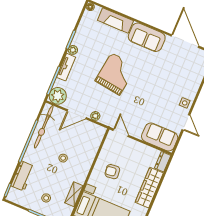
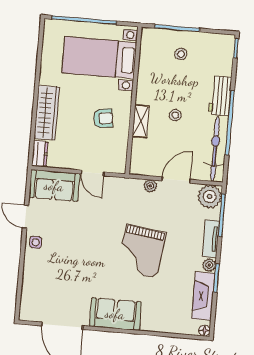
fireplace: (115, 21) -> (203, 296), moved, turned -90
door: (121, 133) -> (93, 173), moved
workbench: (23, 176) -> (220, 96), moved
shelving: (74, 194) -> (141, 121), moved

